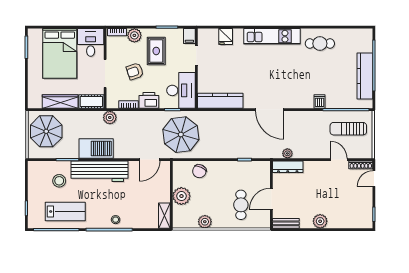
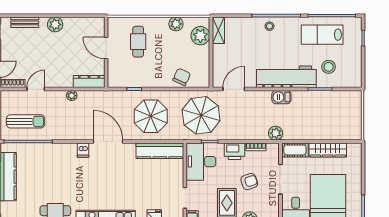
dishwasher: (320, 101) -> (83, 150), moved
parasol: (46, 131) -> (151, 116), moved
barbecue: (96, 149) -> (281, 97), width x0.53, depth x0.65
plant: (287, 153) -> (72, 96), moved
door: (339, 160) -> (36, 89), swing flipped
plant: (181, 196) -> (200, 36), moved
door: (271, 199) -> (106, 48), swing flipped
bench: (286, 223) -> (25, 22), moved

